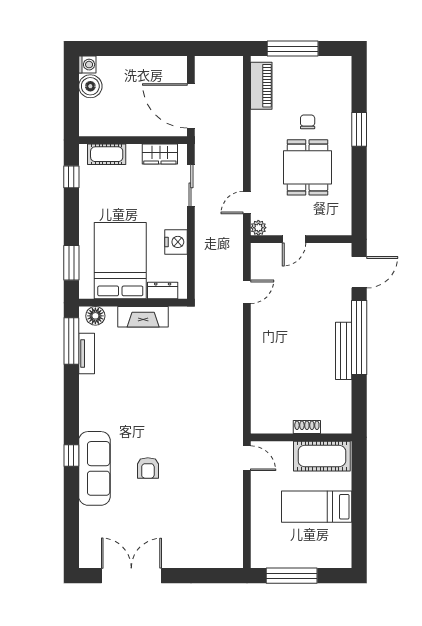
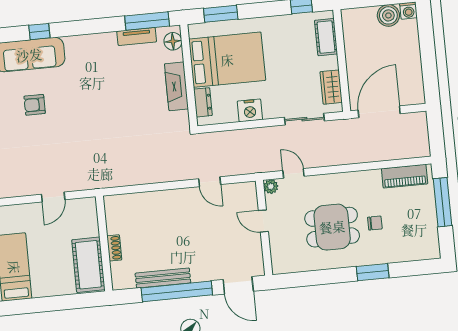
shoe rack: (307, 427) -> (114, 248), moved
wall: (301, 437) -> (104, 243), moved
cot: (322, 456) -> (88, 265), moved

